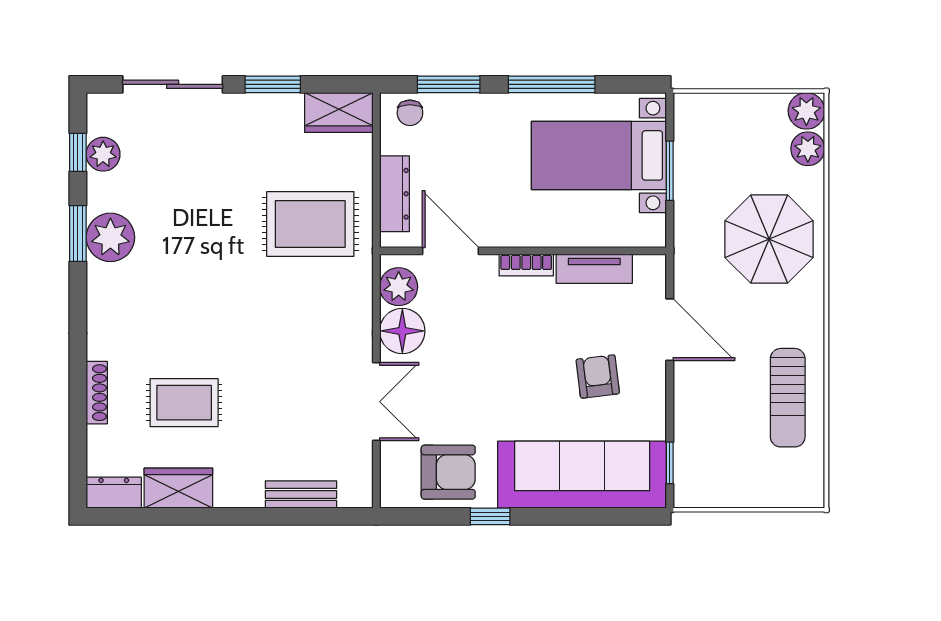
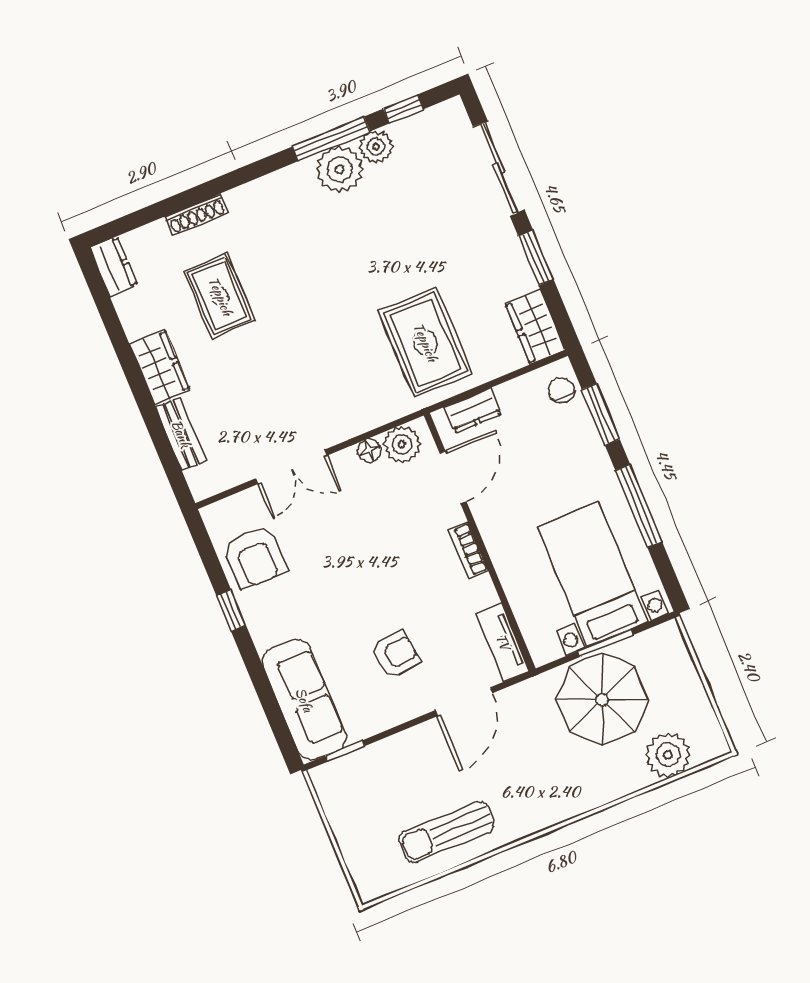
plant: (806, 111) -> (709, 743), removed
chair: (410, 113) -> (561, 390), turned 90
plant: (808, 149) -> (668, 755), width x1.36, depth x1.36
plant: (103, 154) -> (376, 147), moved
dresser: (394, 194) -> (473, 411), width x0.70
window: (78, 233) -> (331, 139), width x1.44
parasol: (769, 239) -> (602, 699), moved
tv unit: (594, 269) -> (503, 642), moved
floor lamp: (402, 331) -> (369, 451), width x0.53, depth x0.53
sofa: (582, 475) -> (304, 700), width x0.74, depth x0.79
wardrobe: (178, 488) -> (160, 367), moved

